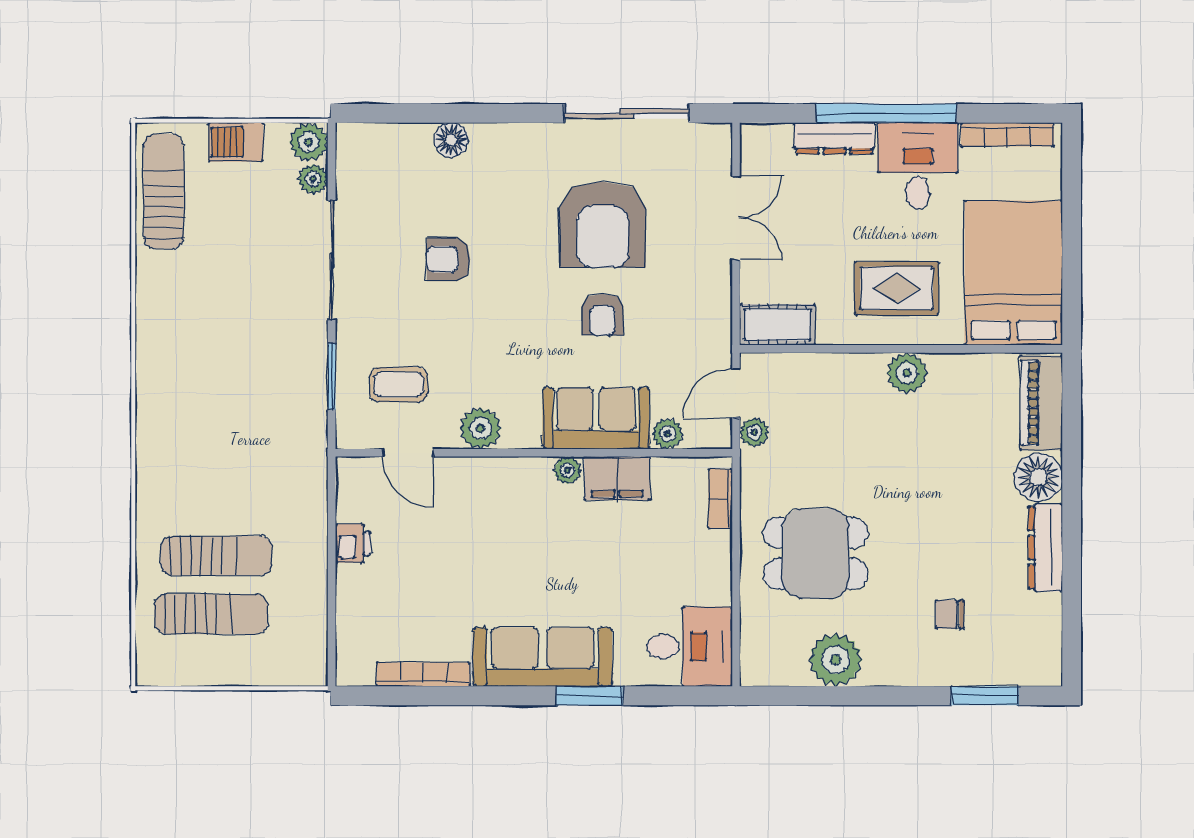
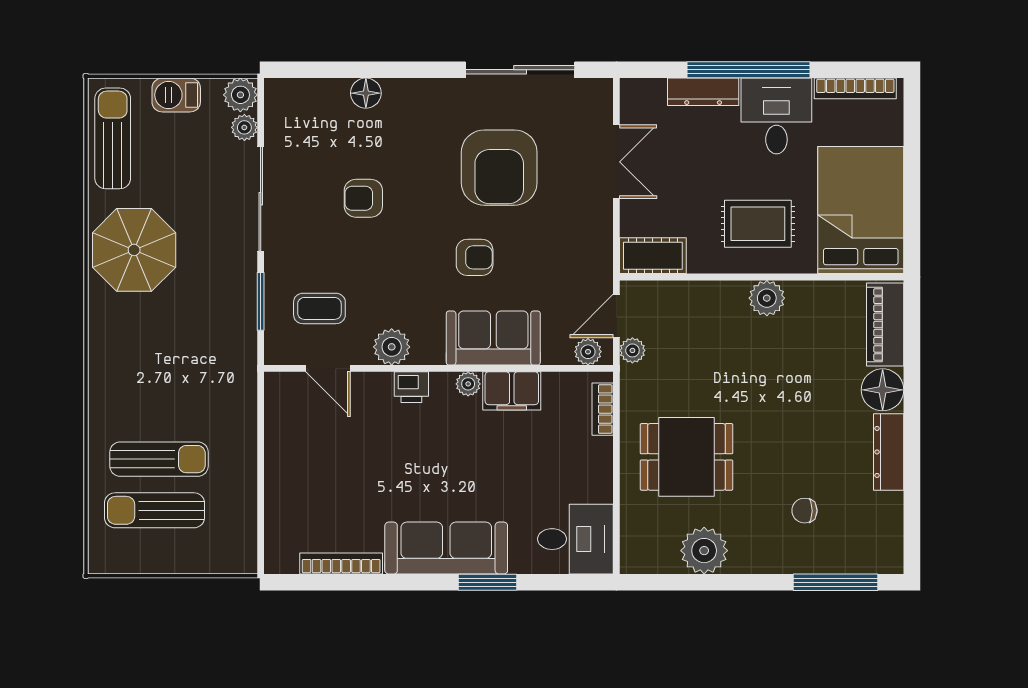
armchair: (602, 314) -> (475, 257), moved, turned -90
parasol: (188, 318) -> (134, 250), added
plant: (668, 434) -> (588, 352), moved
printer: (353, 543) -> (411, 387), moved, turned 90
sun lounger: (211, 614) -> (154, 510), turned 180
window: (985, 696) -> (836, 582), width x1.44

